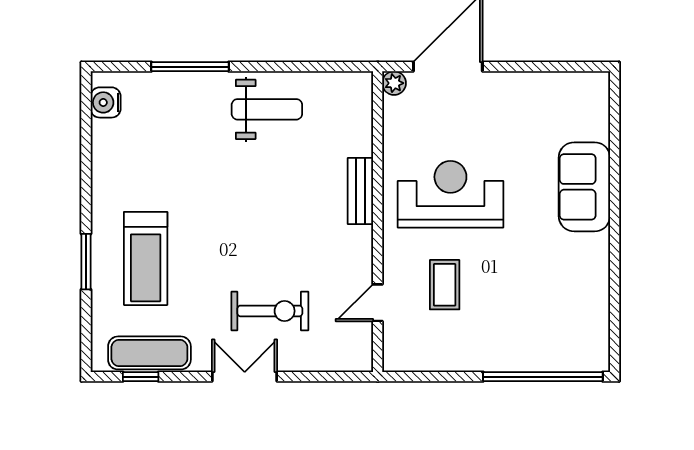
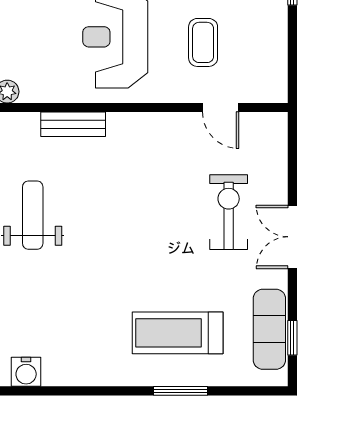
bench: (360, 191) -> (73, 124), moved
treadmill: (146, 258) -> (178, 333), turned 180
coffee table: (445, 285) -> (203, 42), turned 90

